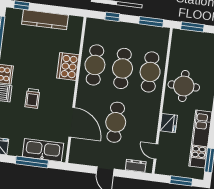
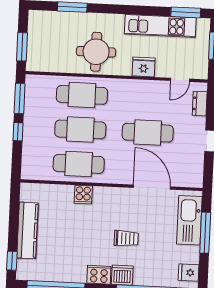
window: (112, 17) -> (18, 132), moved
cooker: (68, 66) -> (83, 195), width x0.53, depth x0.76
door: (72, 122) -> (152, 187), hinge flipped

